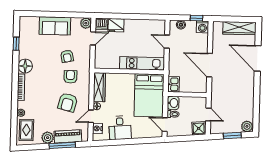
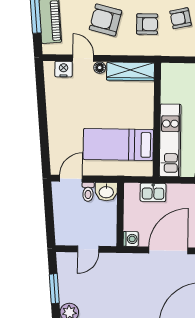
kitchen sink: (174, 84) -> (153, 192), moved
washing machine: (202, 88) -> (131, 239), added
bed: (149, 95) -> (118, 144), width x0.67
desk: (120, 128) -> (65, 106), removed
shower: (199, 128) -> (65, 234), removed

